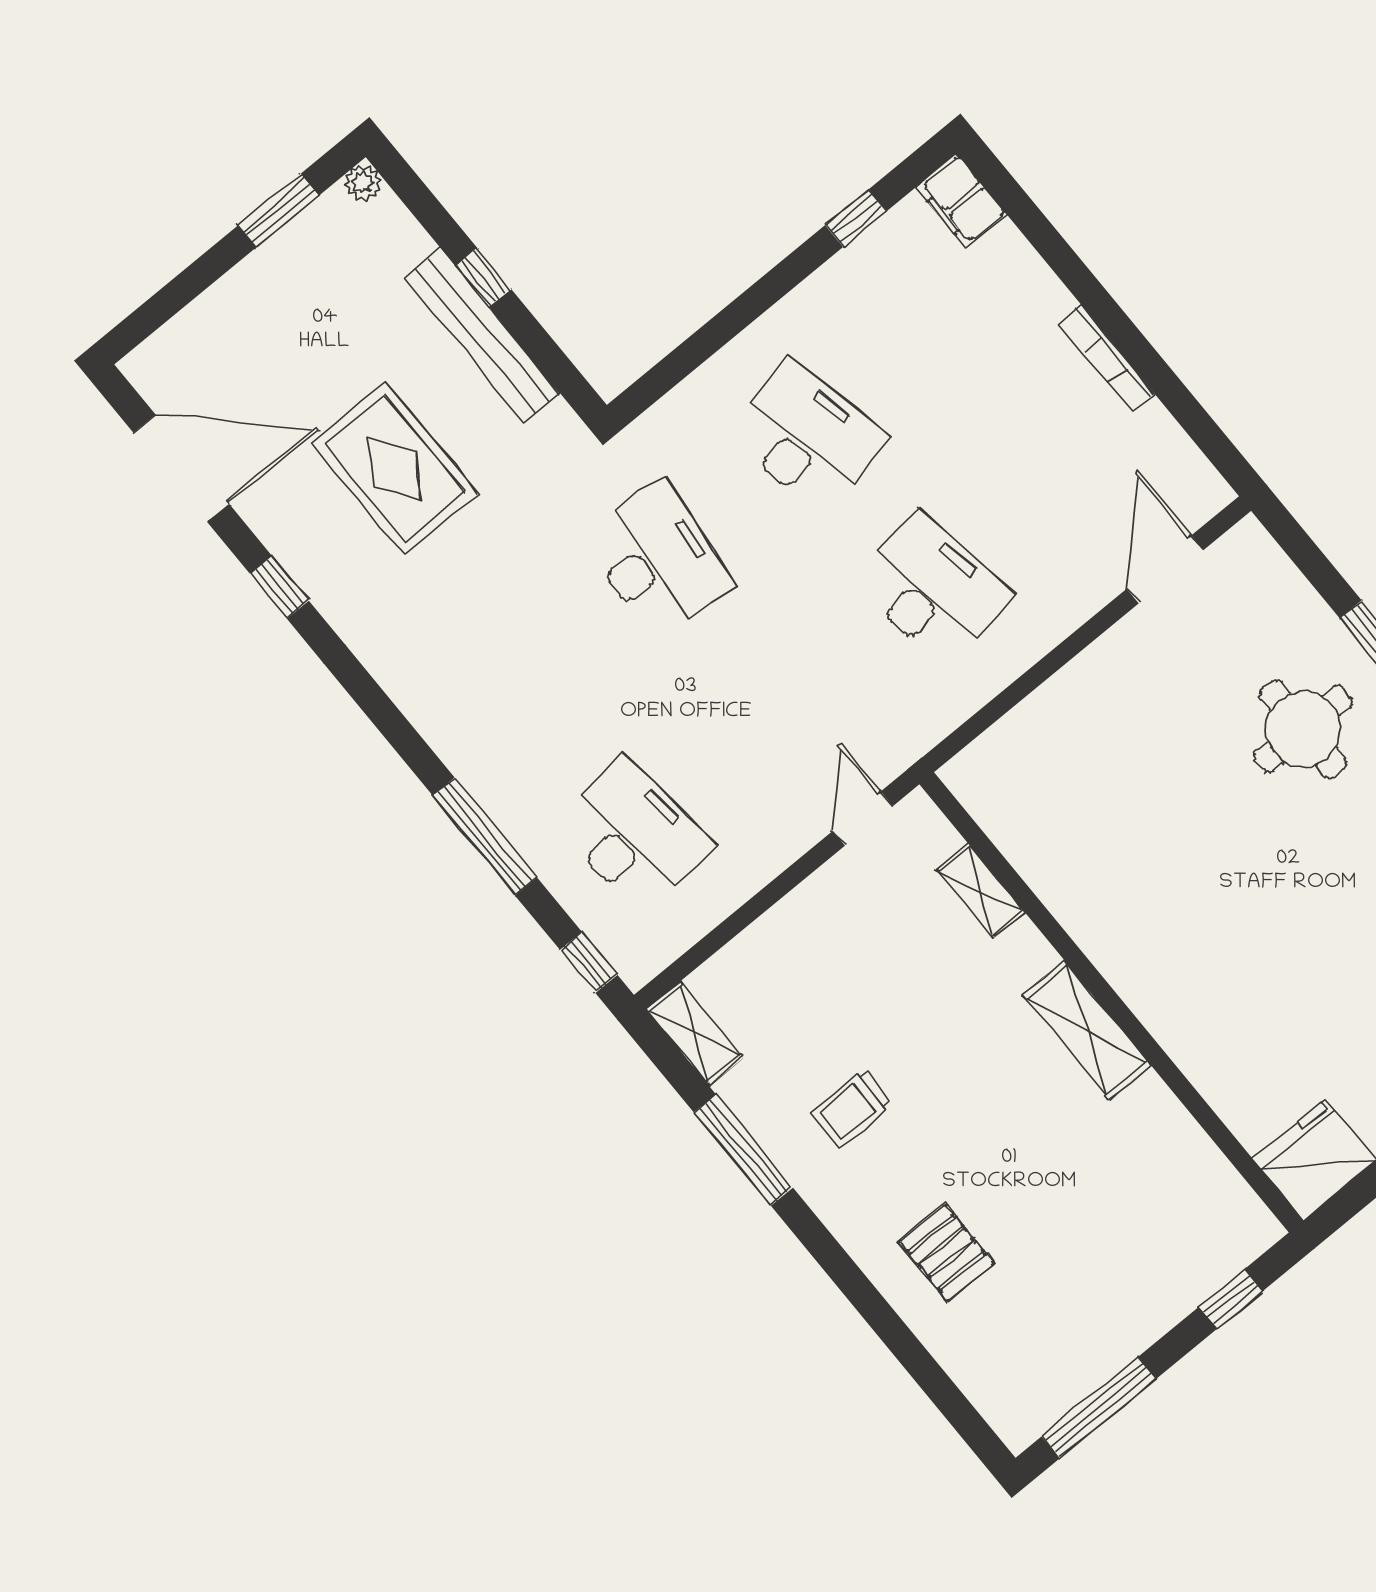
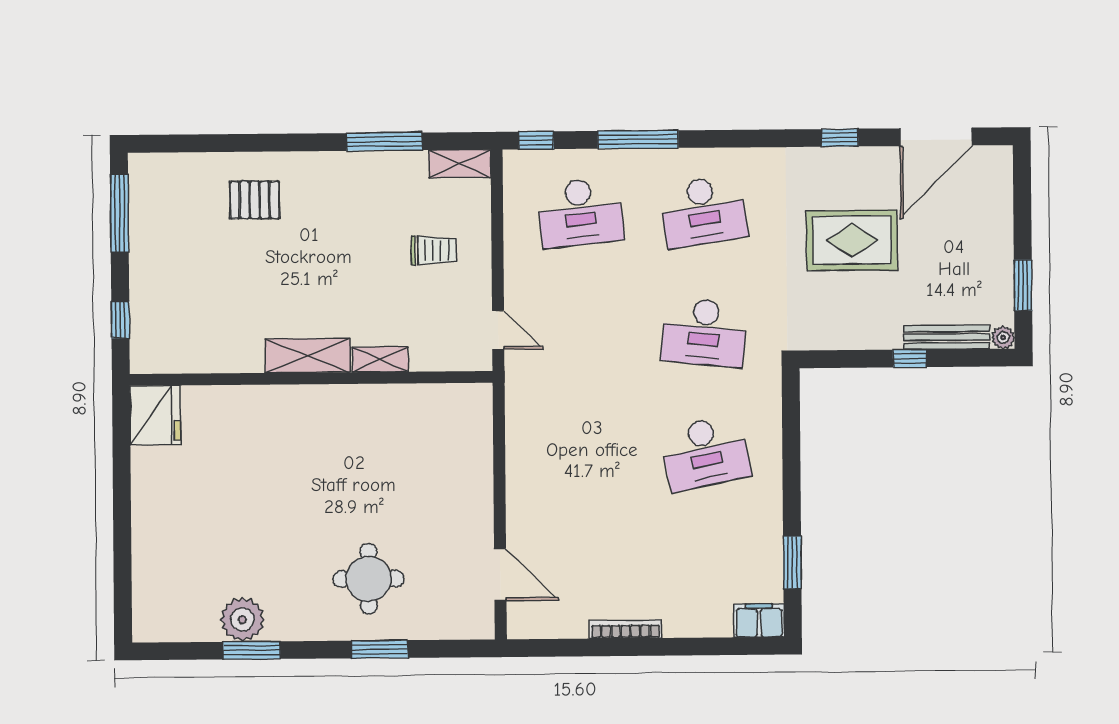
window: (856, 218) -> (792, 562), width x1.50
bench: (482, 335) -> (947, 337), moved, width x0.73, depth x0.82
desk: (933, 589) -> (703, 212), moved
shelving: (981, 890) -> (380, 359), moved
trolley: (852, 1108) -> (434, 250), moved, turned 90

